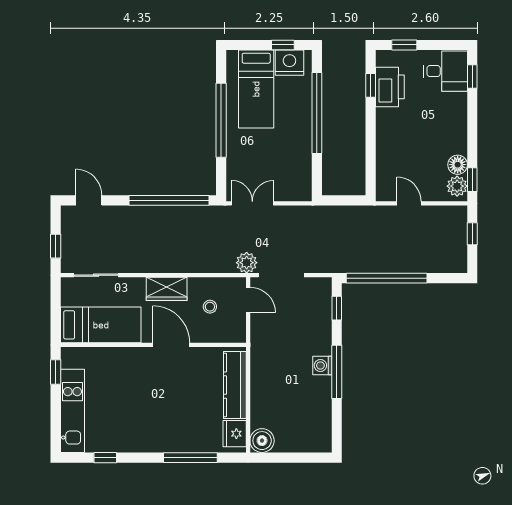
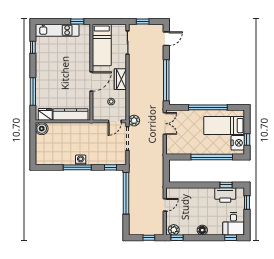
floor lamp: (458, 165) -> (202, 230), moved

